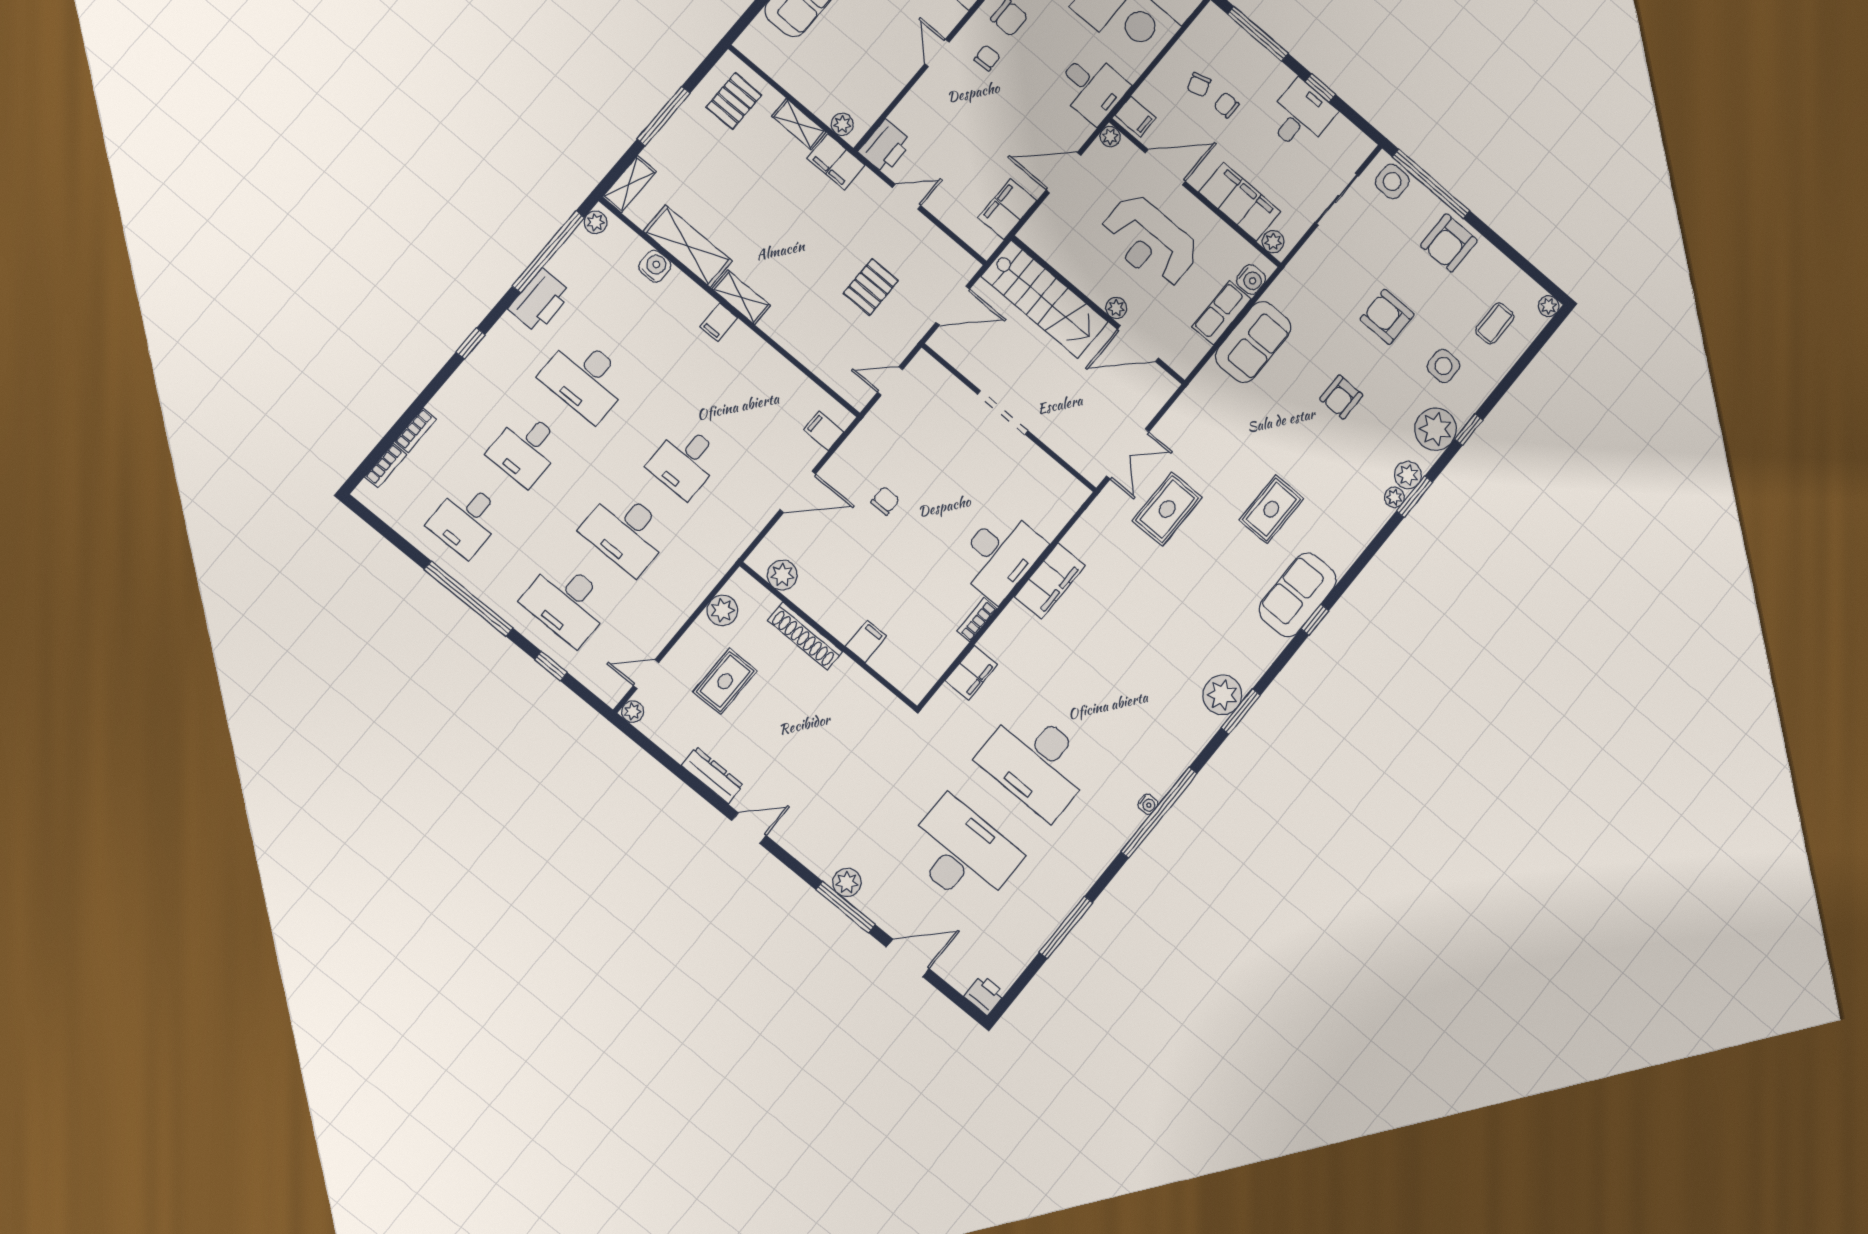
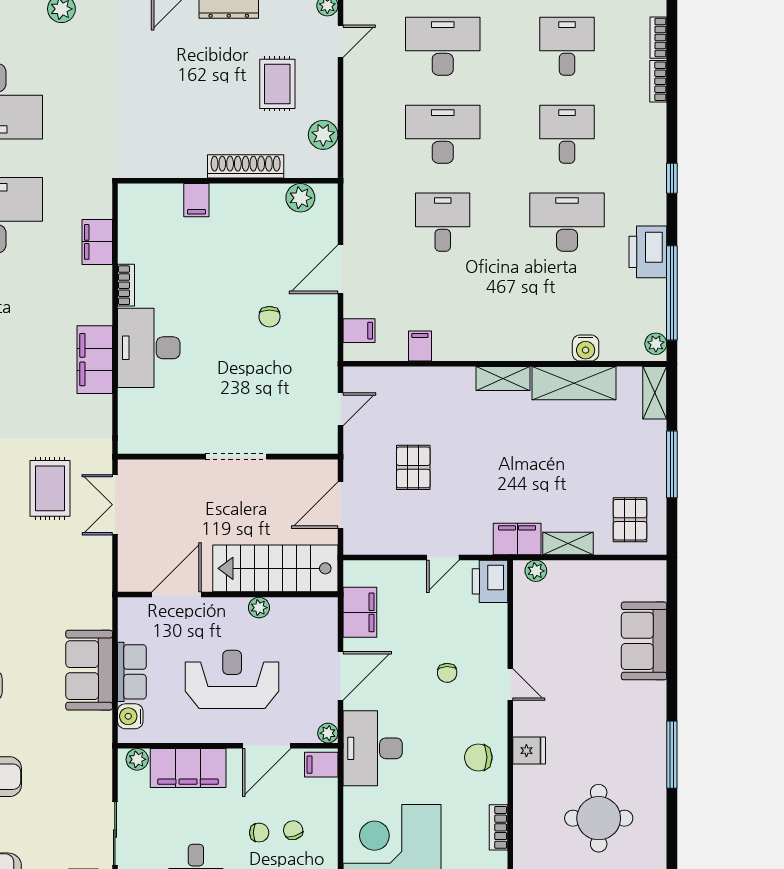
chair: (987, 58) -> (447, 673), moved
desk: (1092, 87) -> (373, 748), width x1.37
plant: (1116, 308) -> (259, 608), moved
filing cabinet: (719, 322) -> (420, 346), moved

